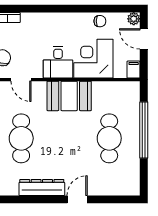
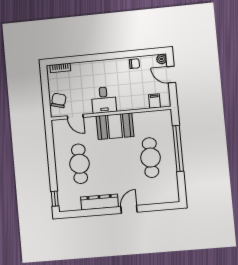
corner desk: (93, 59) -> (132, 94), removed
filing cabinet: (134, 70) -> (155, 101), moved

